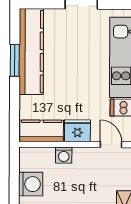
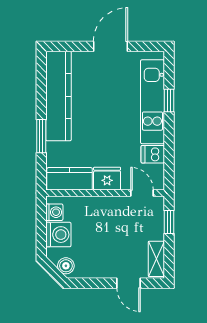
window: (15, 60) -> (41, 136), moved
washing machine: (64, 155) -> (54, 212), moved, turned -90

